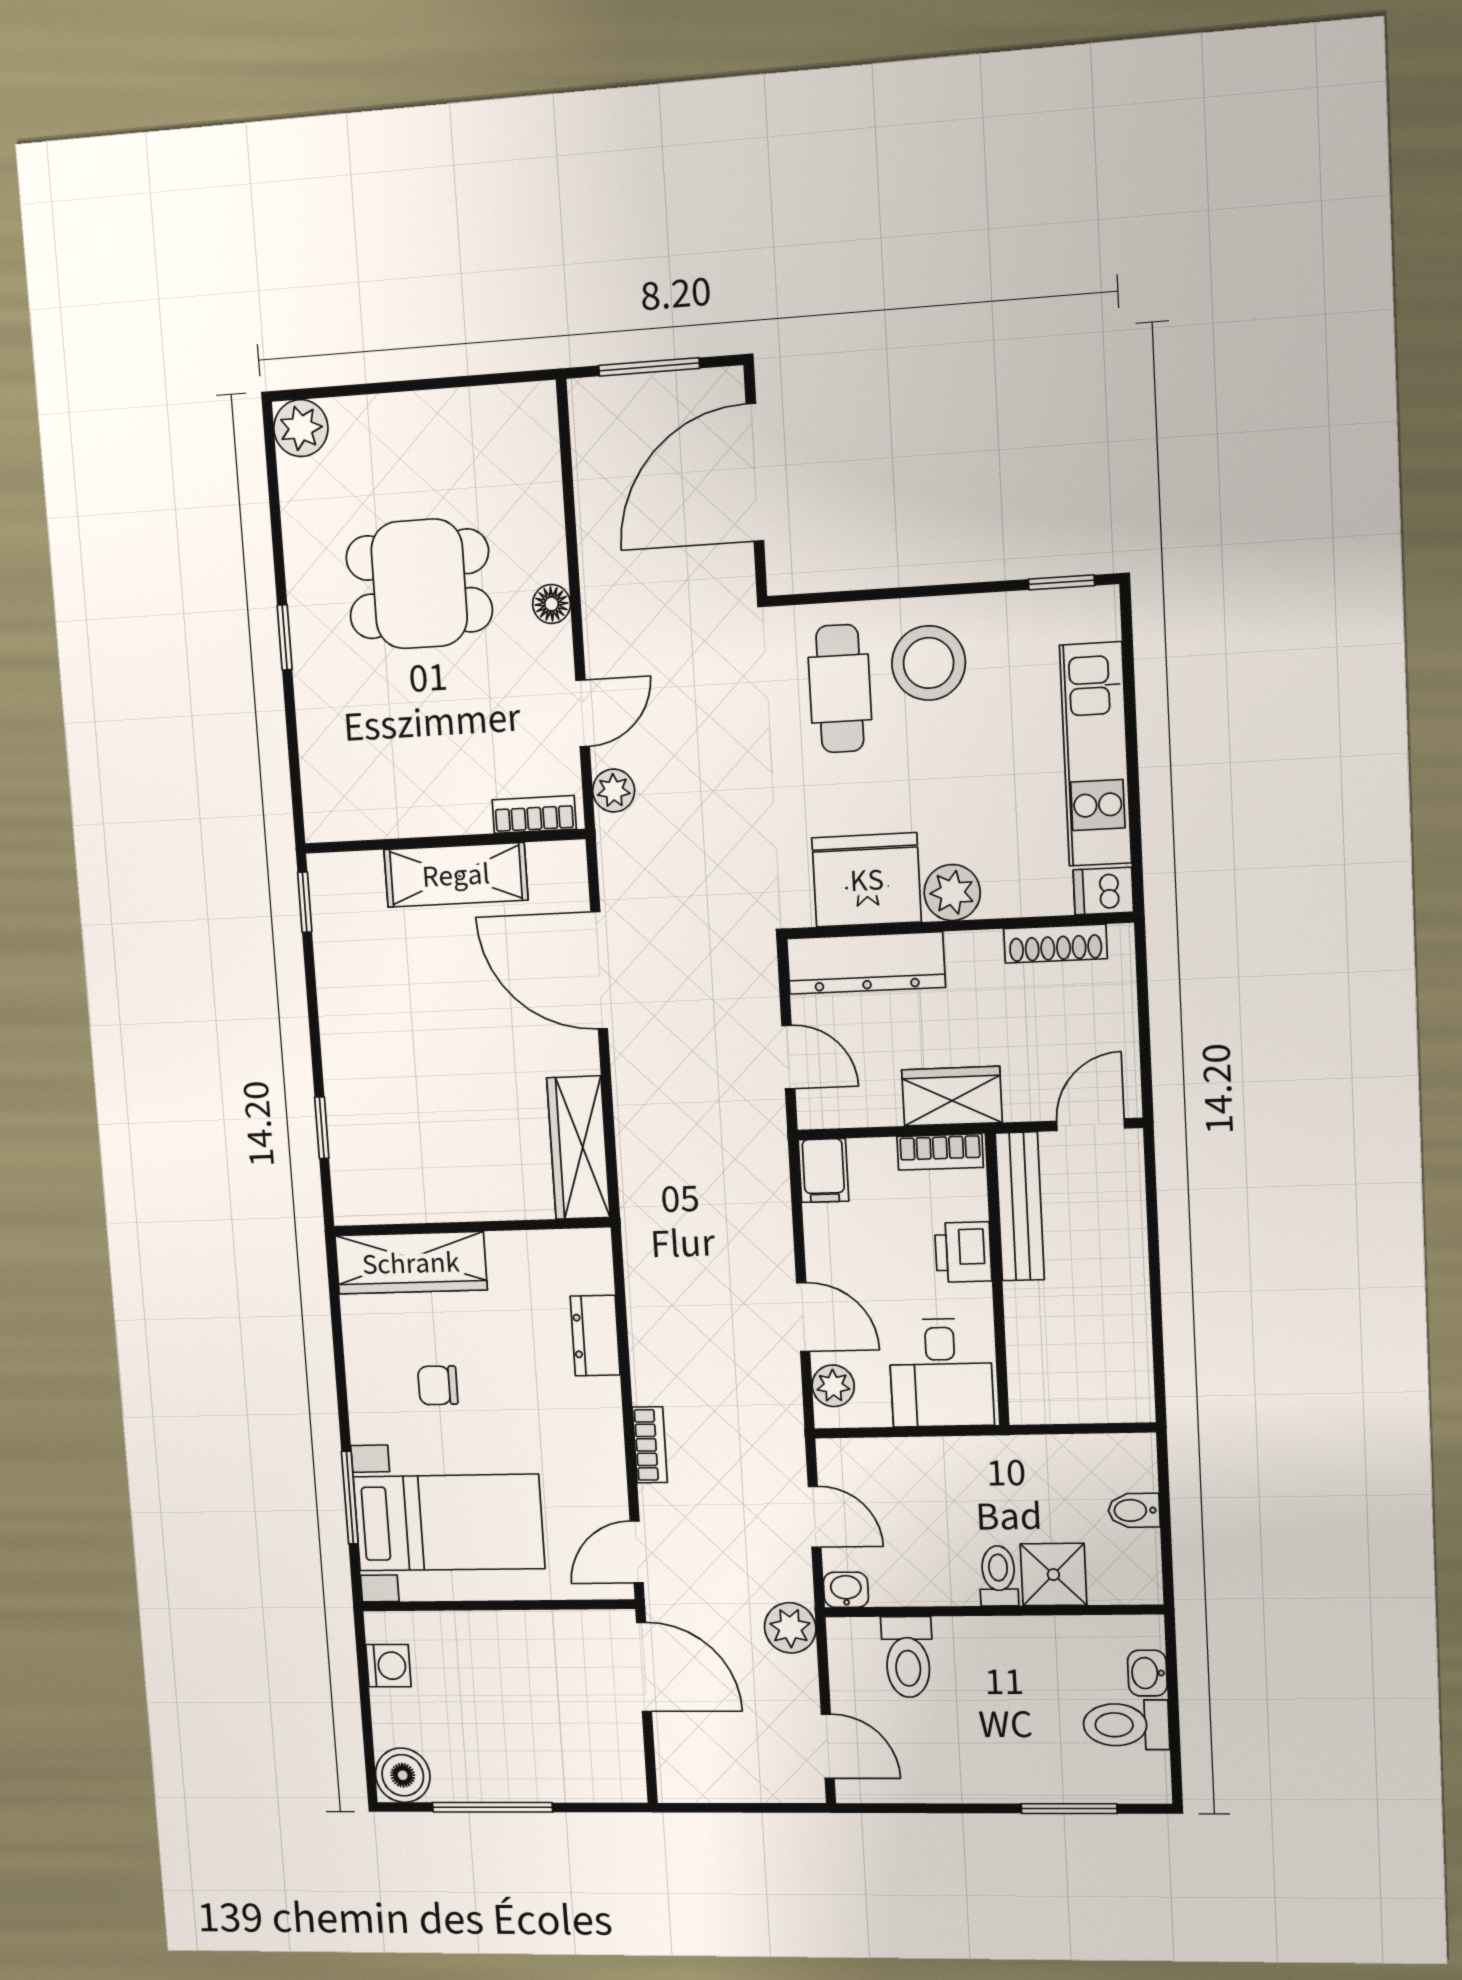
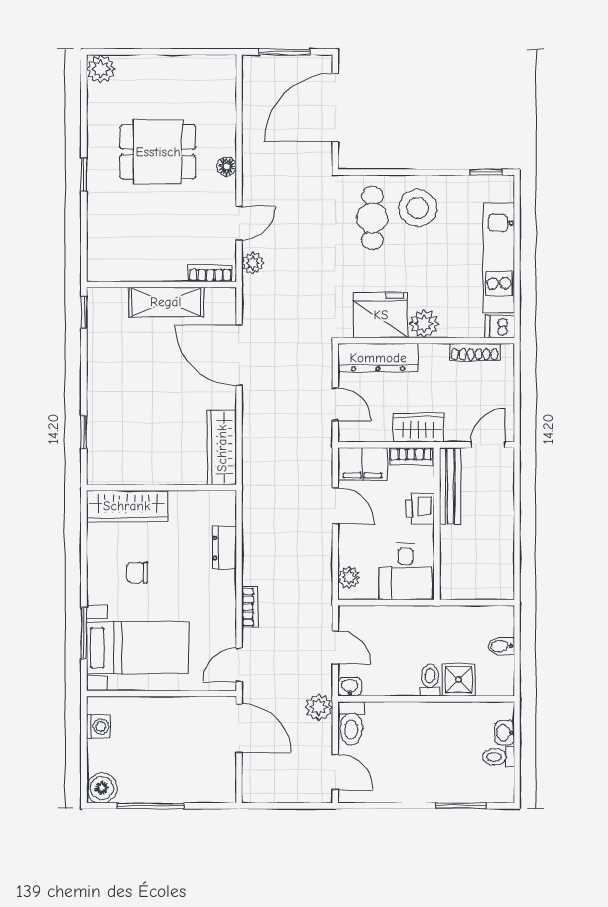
filing cabinet: (823, 1171) -> (362, 464), width x2.00
door: (803, 1317) -> (335, 506), moved
toilet: (908, 1657) -> (351, 723), moved
toilet: (1126, 1725) -> (499, 757), width x0.73, depth x0.72

